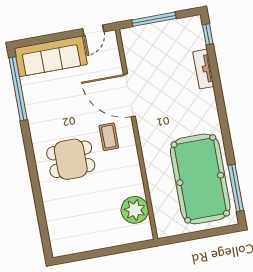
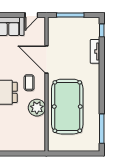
pool table: (200, 179) -> (67, 107), moved
plant: (135, 210) -> (37, 108), moved

